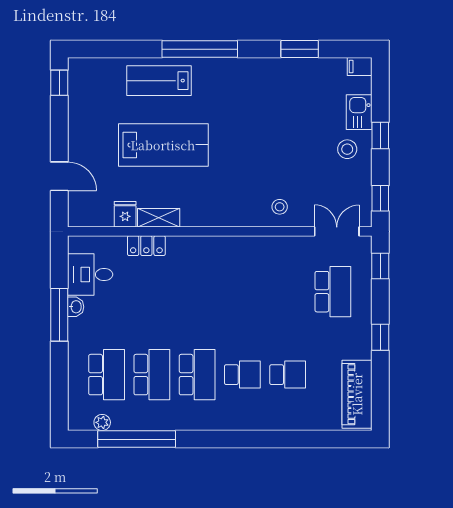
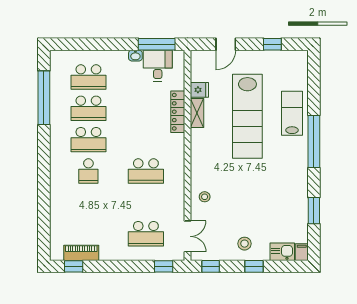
window: (59, 83) -> (272, 44), moved
kitchen sink: (359, 112) -> (282, 252), moved
lab bench: (163, 145) -> (247, 116), width x1.36
locker: (146, 246) -> (178, 112), width x1.53
window: (59, 315) -> (157, 44), moved
window: (380, 337) -> (74, 266), moved
school desk: (288, 375) -> (146, 171), moved, width x1.85
piano: (357, 394) -> (81, 253), width x0.73, depth x0.75
plant: (102, 422) -> (55, 74), removed

